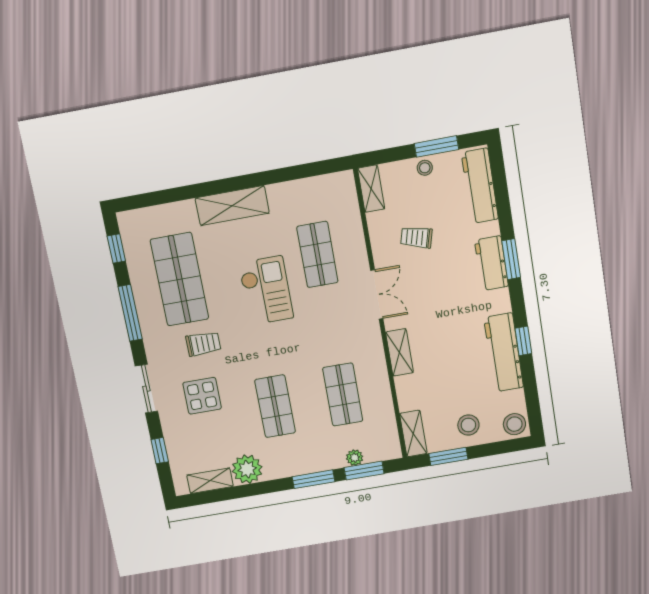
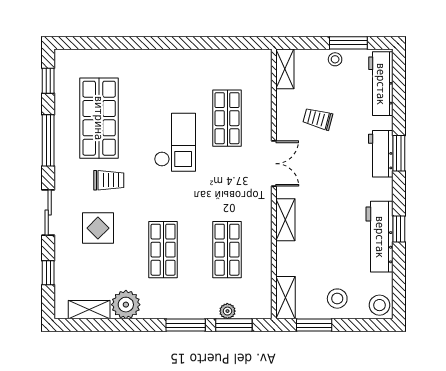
shelving: (232, 206) -> (159, 62), removed

